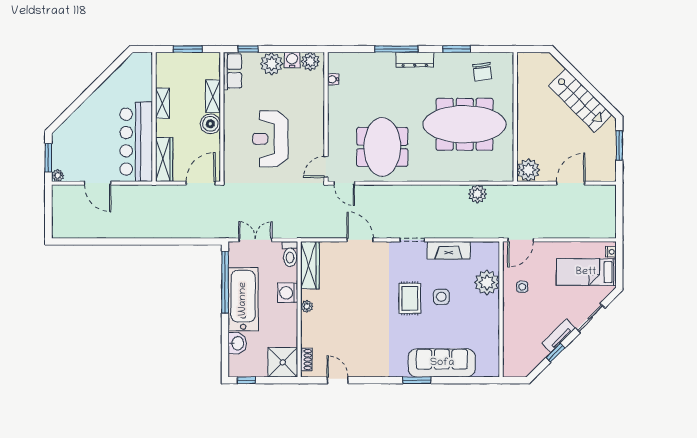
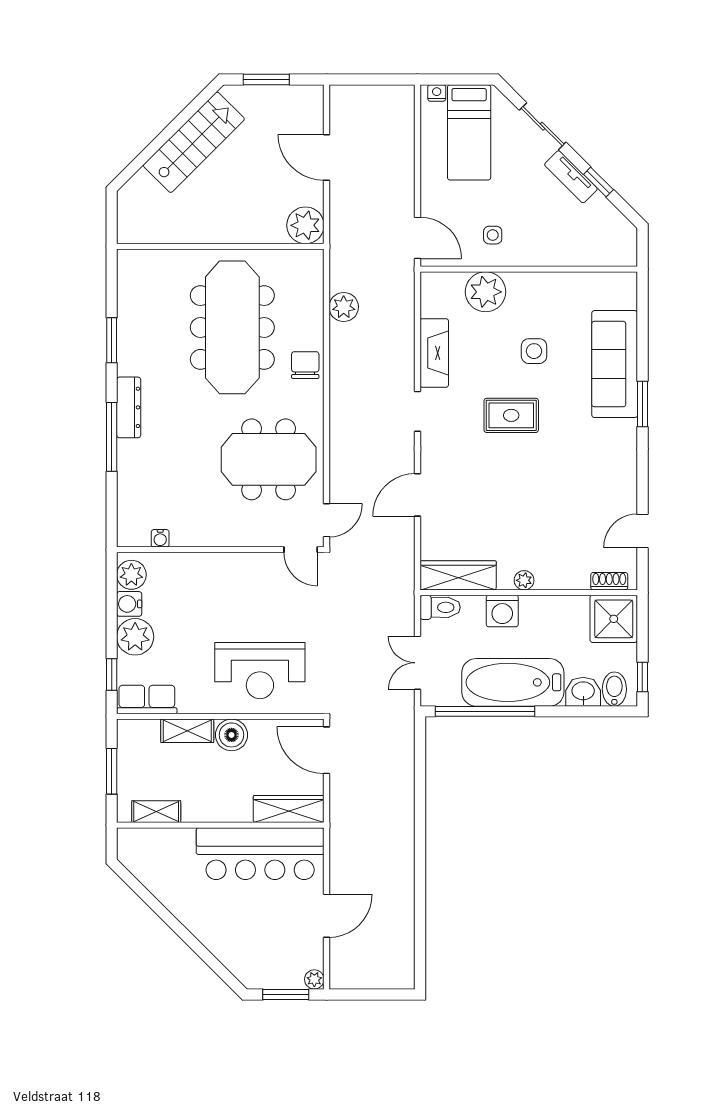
chair: (482, 72) -> (305, 365), moved, turned -83
shelving: (162, 103) -> (156, 812), moved
reception desk: (270, 139) -> (260, 671), moved
side table: (441, 297) -> (534, 351), moved
bidet: (239, 363) -> (614, 689), added

